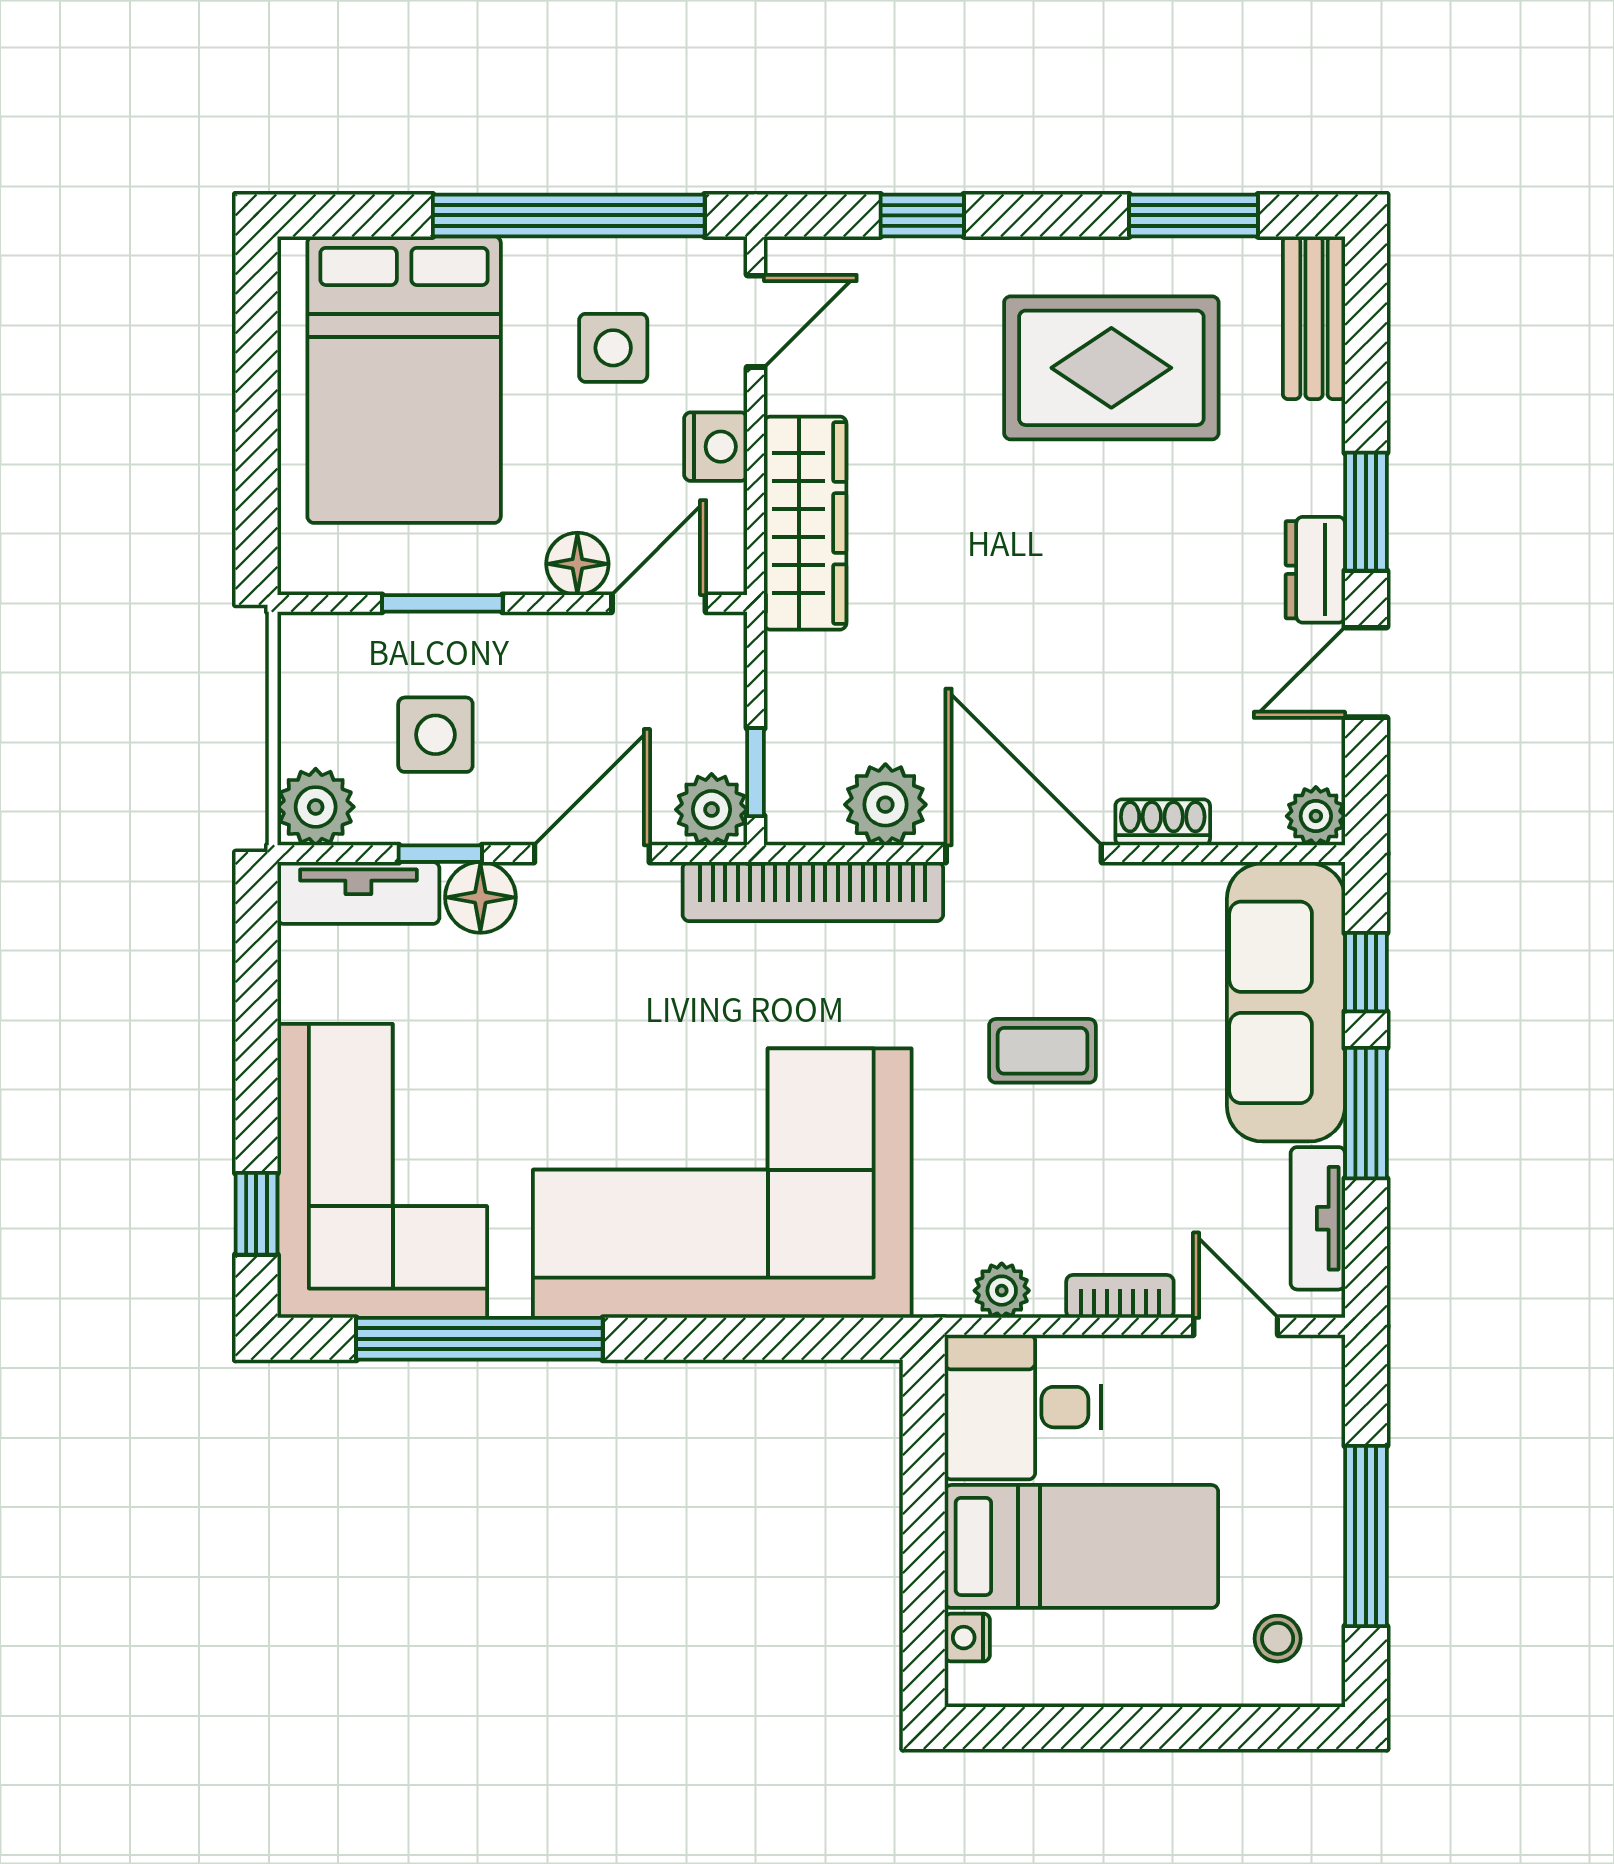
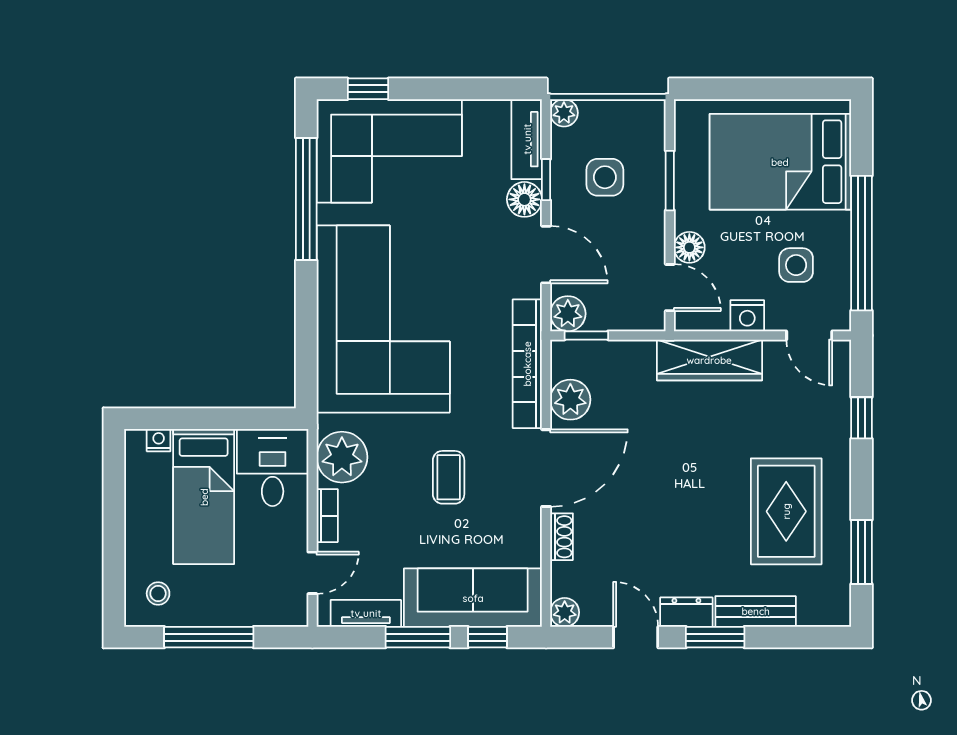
bench: (1314, 318) -> (756, 611), moved
plant: (316, 807) -> (564, 113), width x0.73, depth x0.73
plant: (1002, 1291) -> (342, 457), width x1.87, depth x1.87

